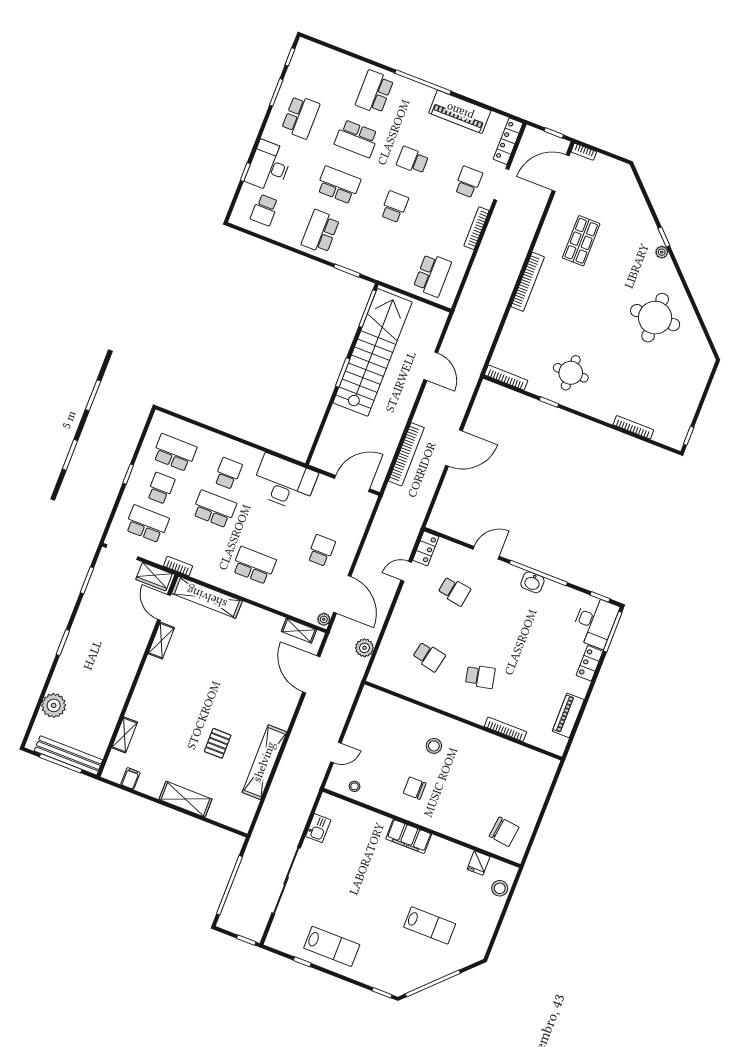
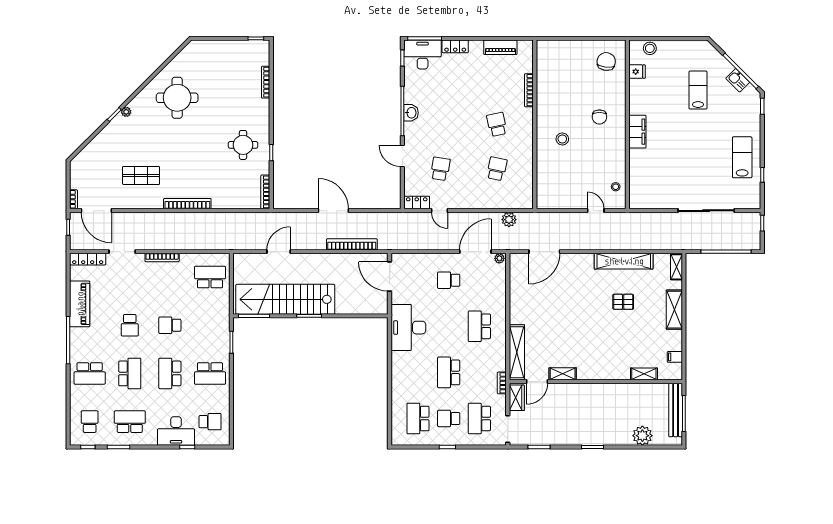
school desk: (468, 182) -> (90, 422), moved, turned 90
school desk: (228, 473) -> (418, 372), removed
shelving: (299, 631) -> (676, 267), moved
chair: (415, 788) -> (599, 117), moved
kitchen sink: (318, 828) -> (738, 80), moved, turned -135

